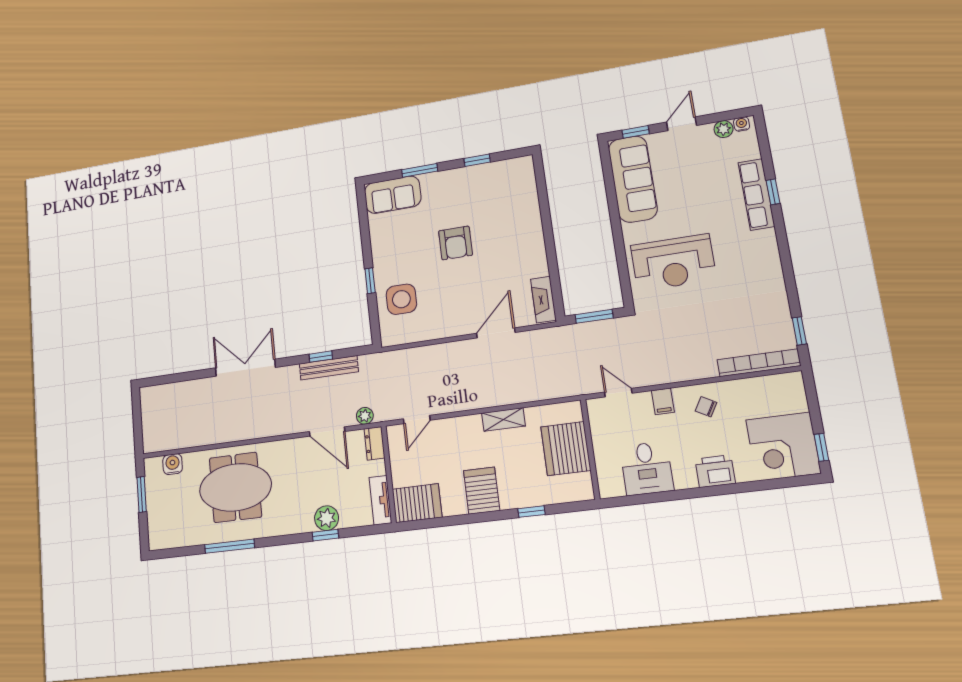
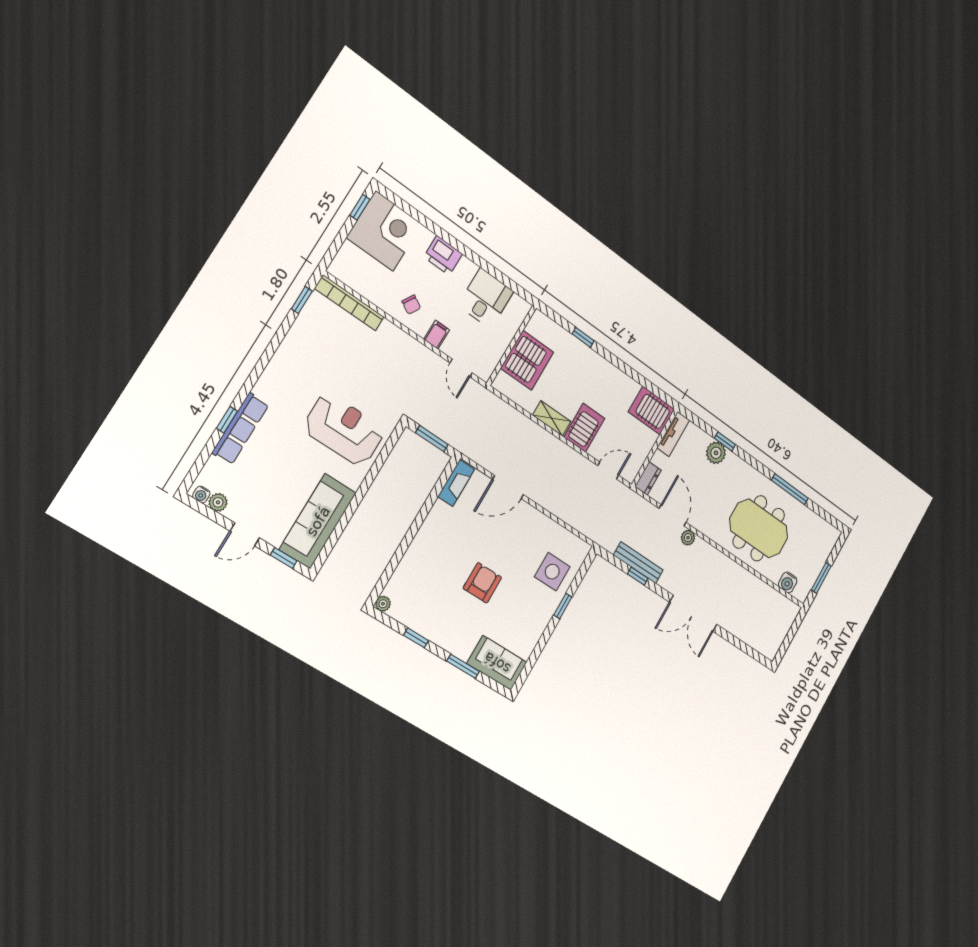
plant: (526, 163) -> (383, 604), added
plant: (365, 416) -> (688, 538), moved
server rack: (482, 491) -> (584, 428), moved, turned 180

